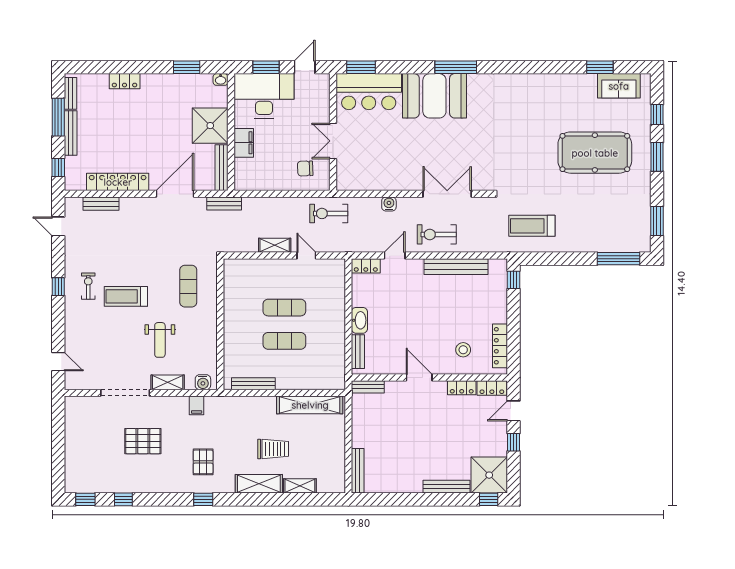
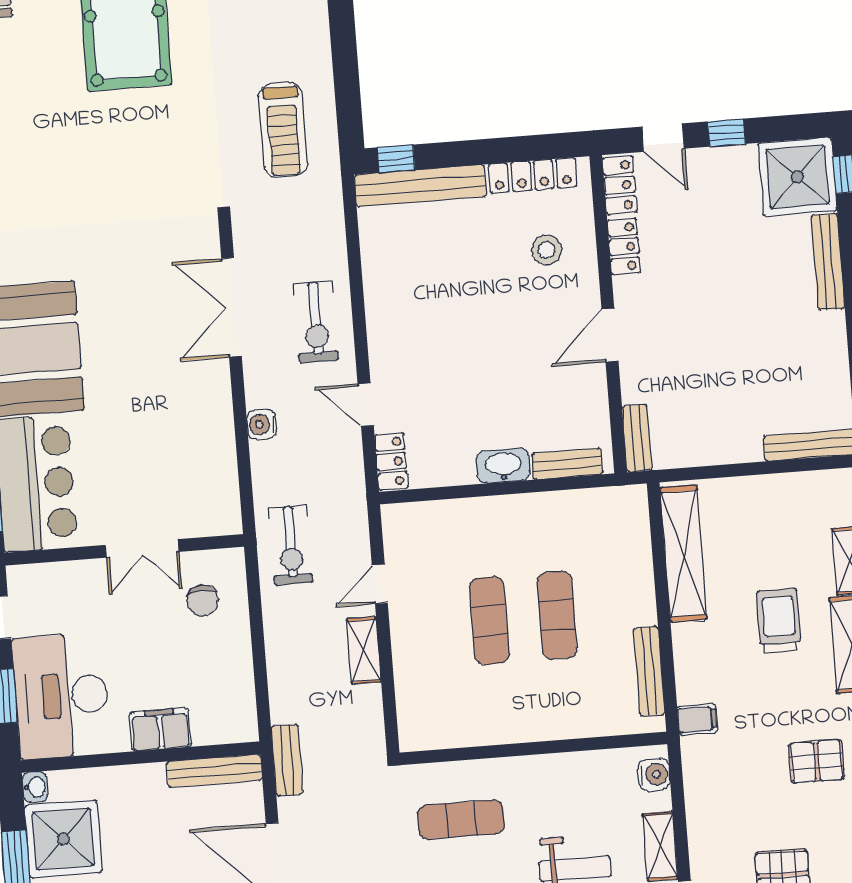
shower: (210, 126) -> (63, 839), moved
bench: (456, 267) -> (420, 186), moved, turned 90
filing cabinet: (197, 405) -> (697, 720), moved

